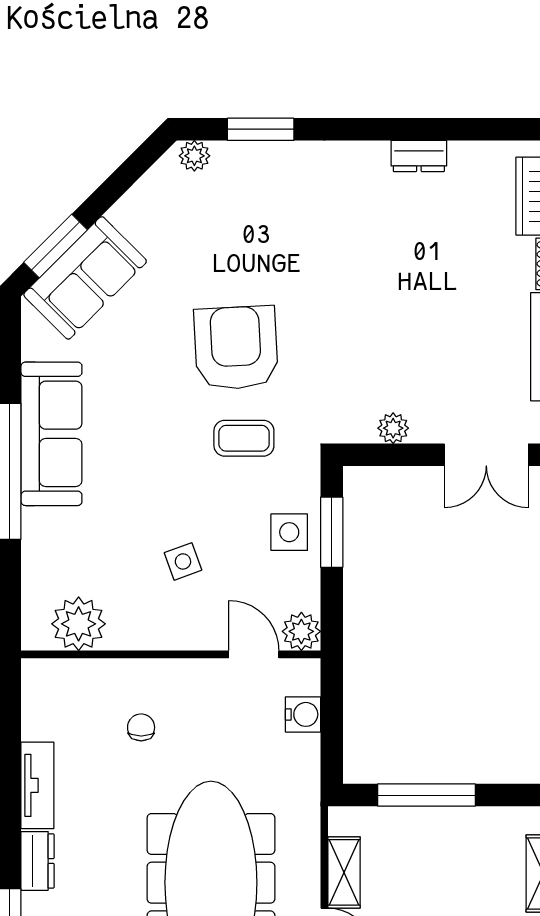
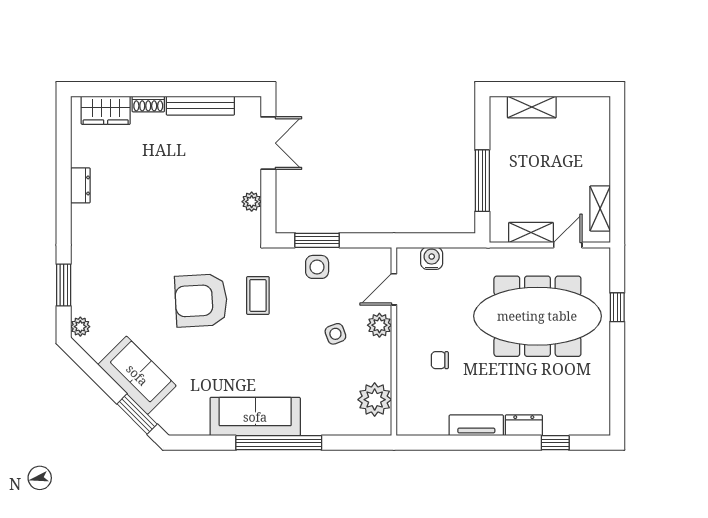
sofa: (85, 278) -> (137, 375), moved
plant: (301, 631) -> (379, 325), moved

